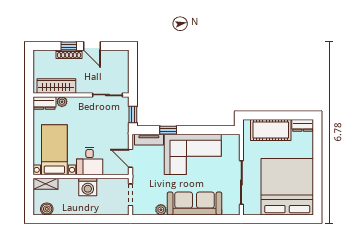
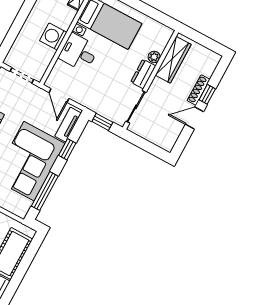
dresser: (44, 103) -> (143, 74), moved
window: (209, 130) -> (45, 191), added
door: (130, 158) -> (59, 95), swing flipped

